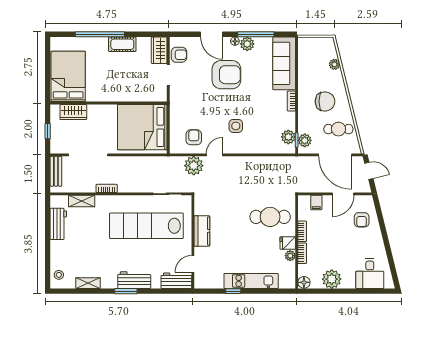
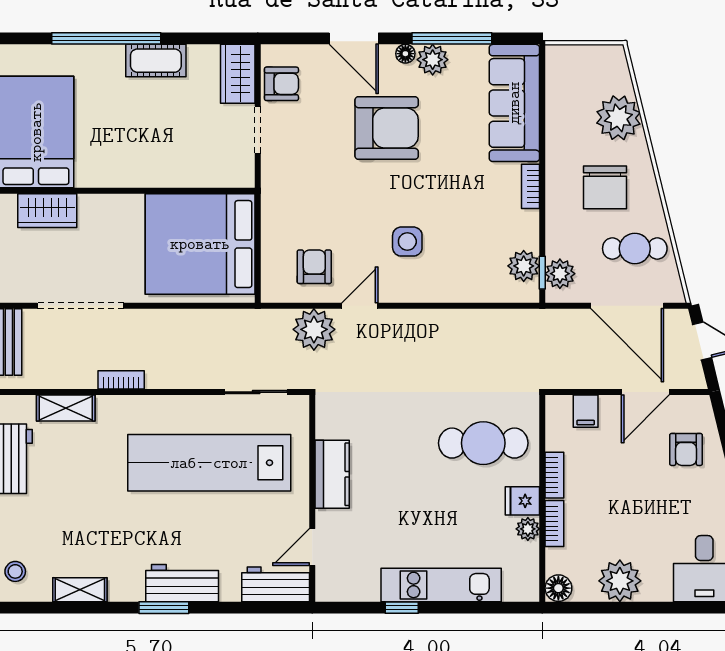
plant: (335, 64) -> (618, 118), width x1.88, depth x1.88
chair: (325, 101) -> (605, 187), turned 90

